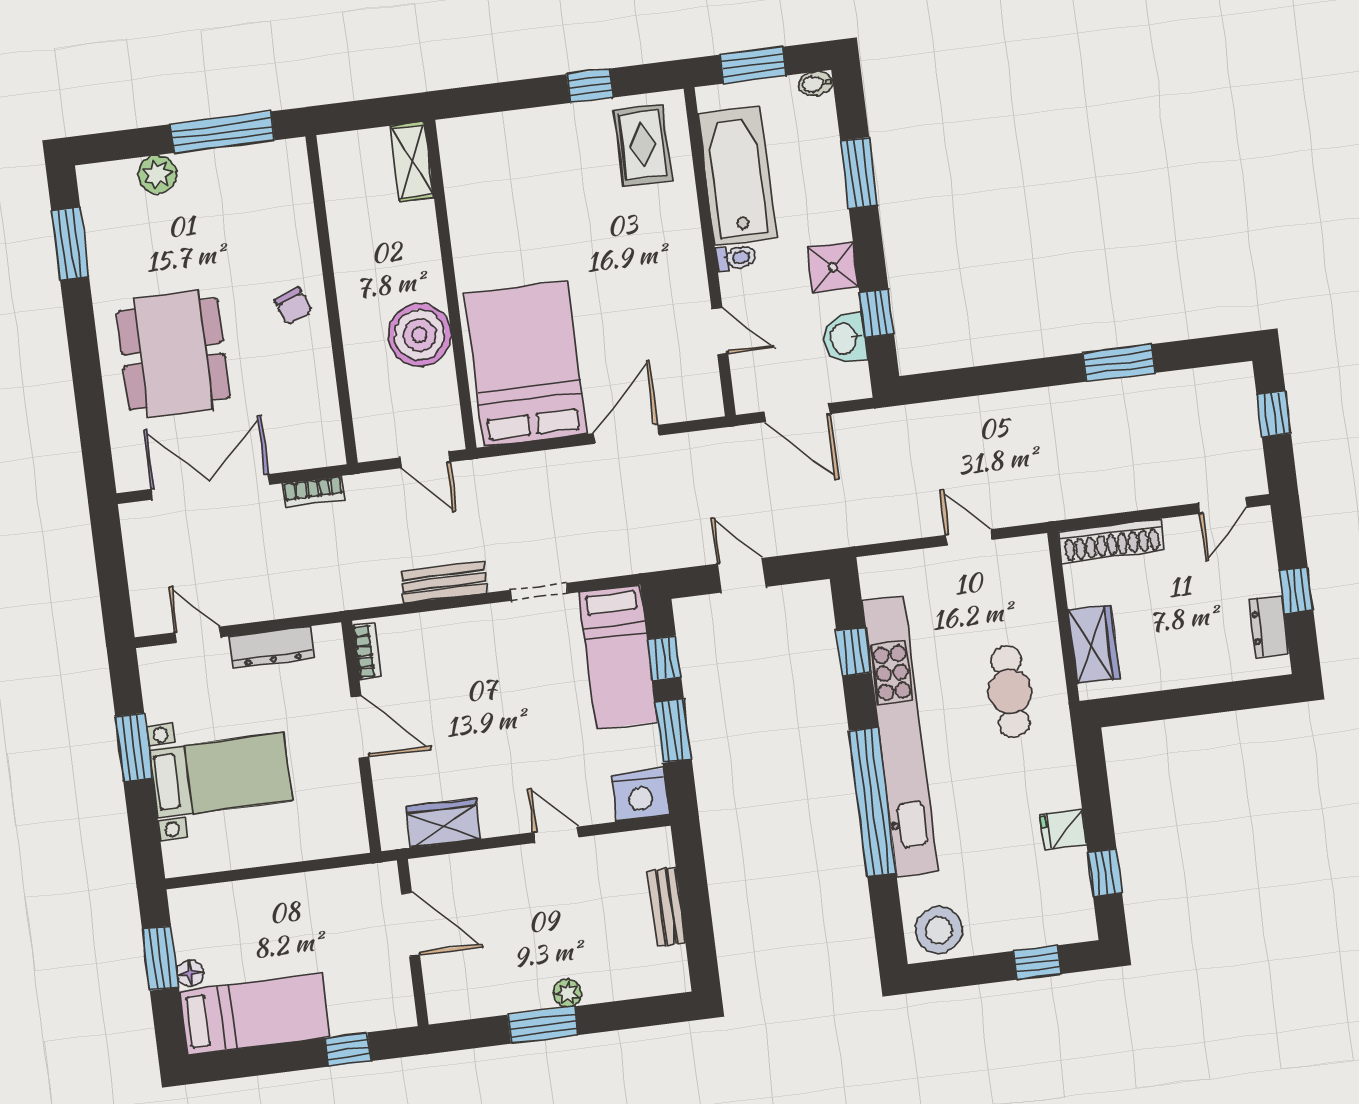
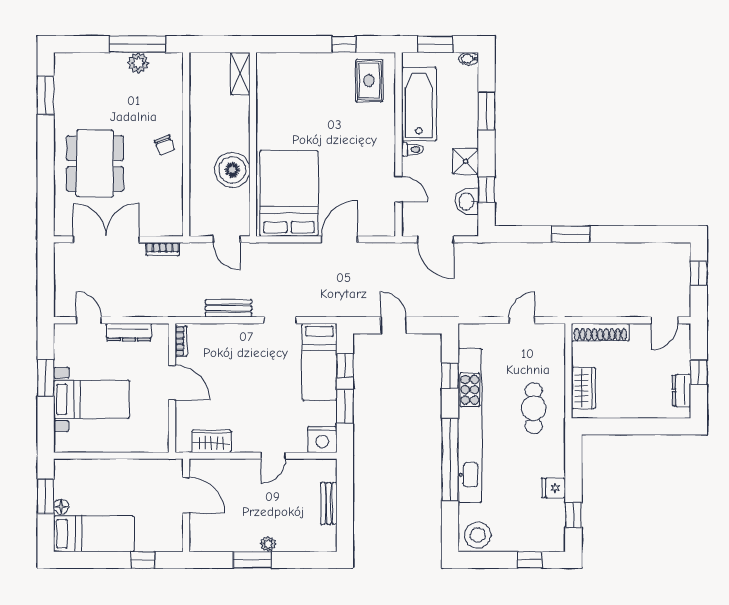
plant: (157, 174) -> (138, 63), moved
window: (1119, 363) -> (571, 234), moved
door: (969, 537) -> (522, 320), hinge flipped
door: (556, 835) -> (273, 456), swing flipped

